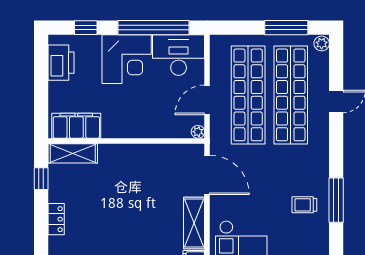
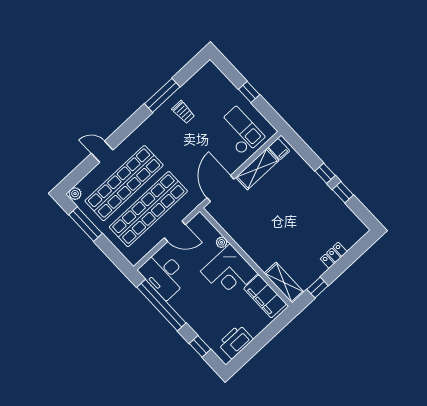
corner desk: (127, 59) -> (229, 272), moved, turned 180
plant: (198, 132) -> (222, 242), moved

